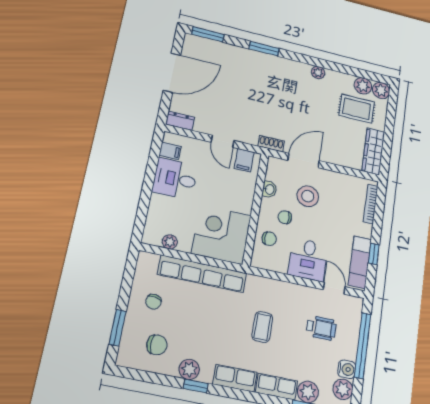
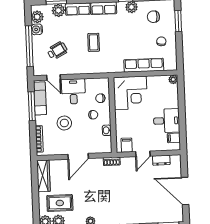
door: (172, 73) -> (185, 191), hinge flipped
dresser: (180, 121) -> (161, 160), moved
door: (222, 141) -> (143, 154), swing flipped
door: (304, 161) -> (78, 156), moved
stool: (308, 196) -> (64, 123), moved
plant: (170, 242) -> (173, 79), moved
window: (374, 254) -> (32, 106), width x2.17
row of seats: (202, 274) -> (144, 65), width x0.73
wheelchair: (321, 328) -> (57, 51), turned 152

